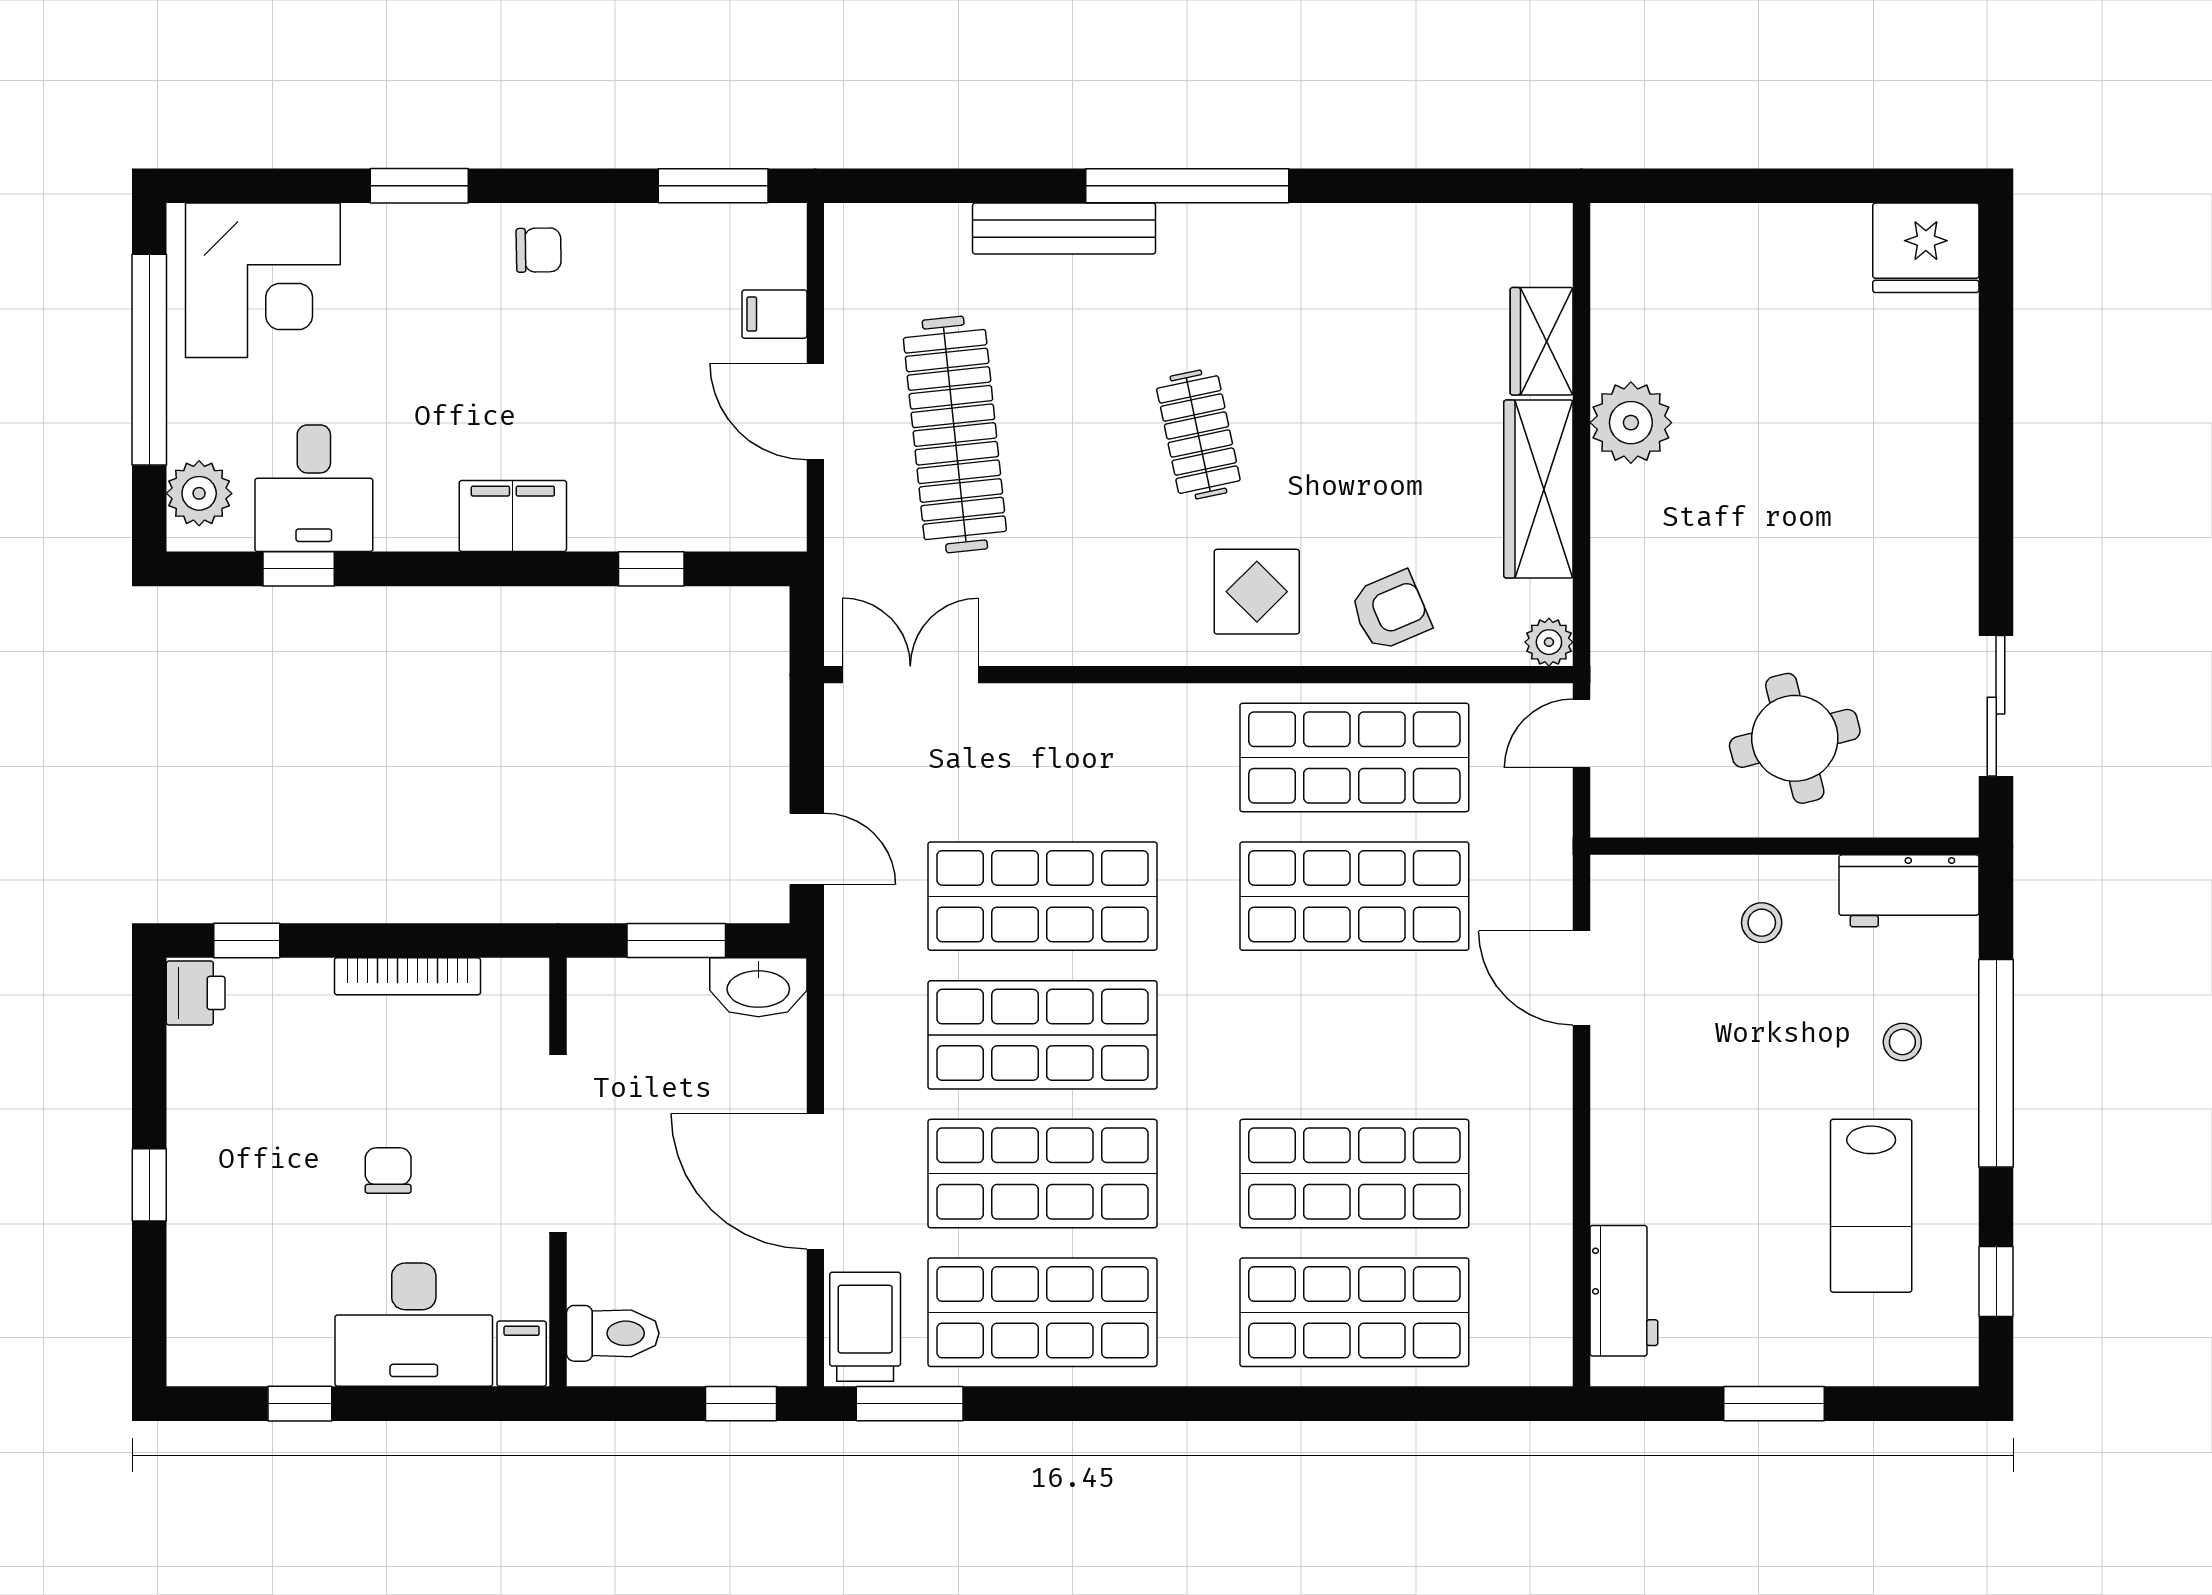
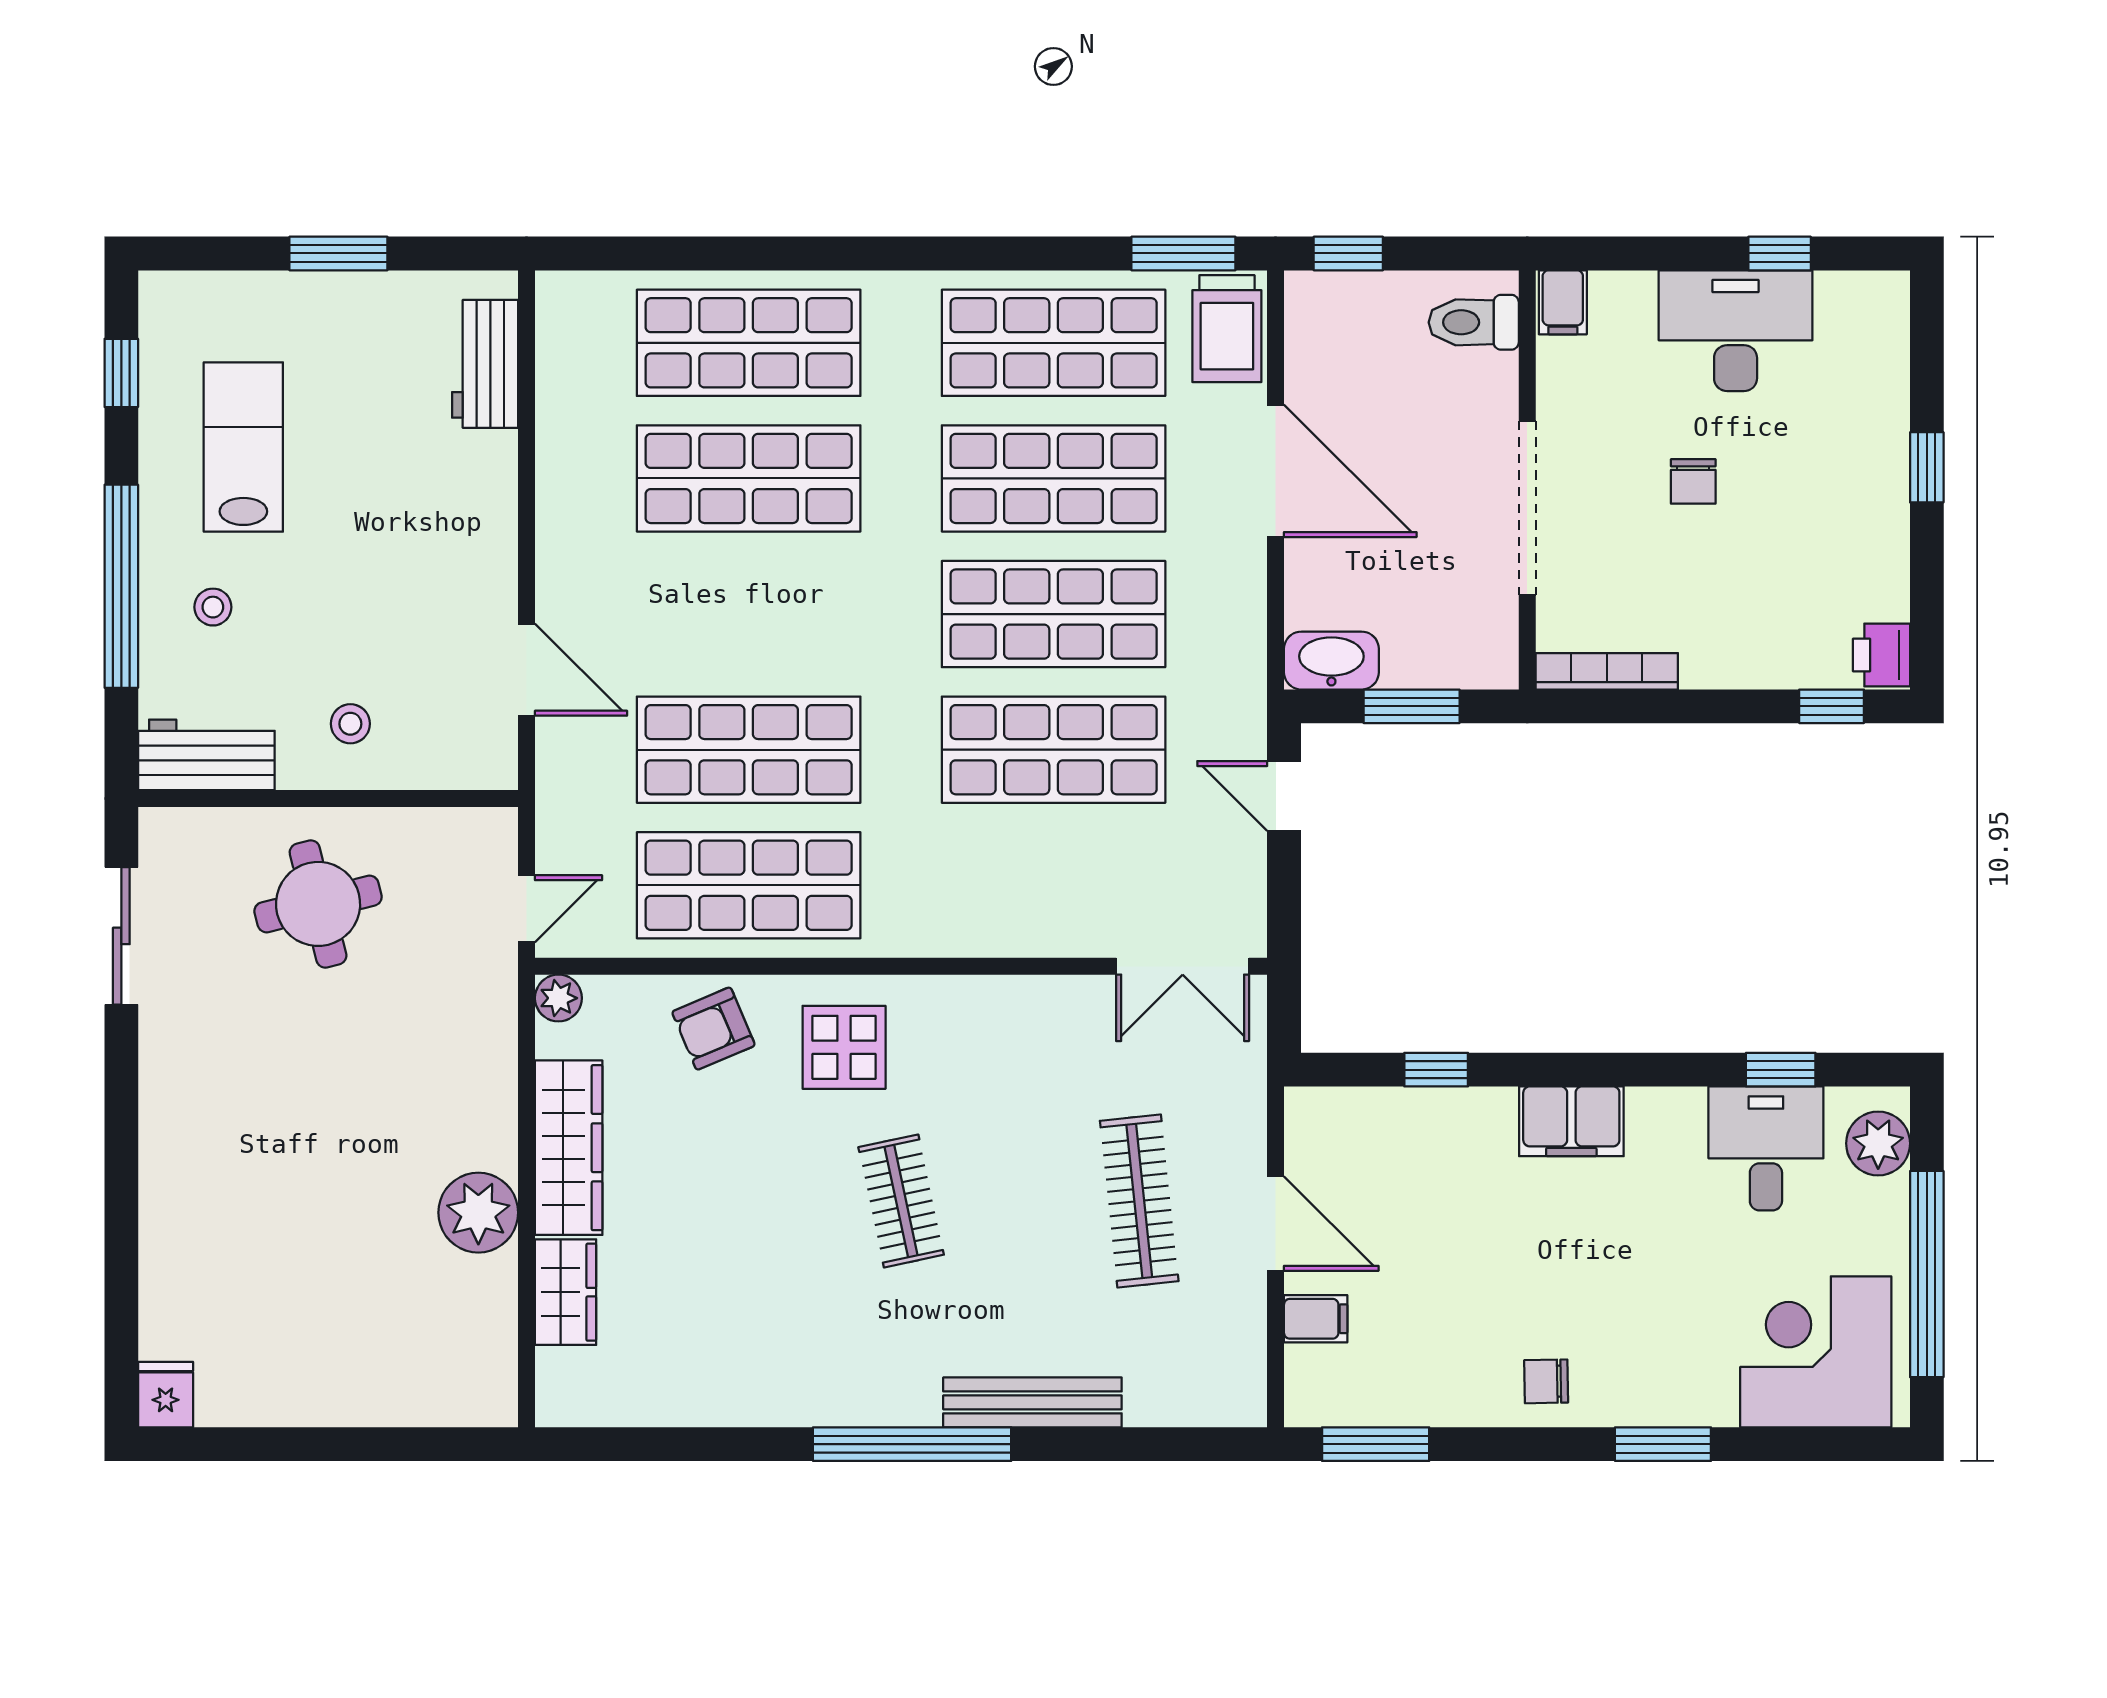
fridge: (1926, 248) -> (166, 1395), width x0.53, depth x0.75
clothes rail: (955, 435) -> (1139, 1201), width x0.73, depth x0.76
bookcase: (407, 976) -> (1607, 671), moved
desk: (414, 1325) -> (1736, 331), moved

